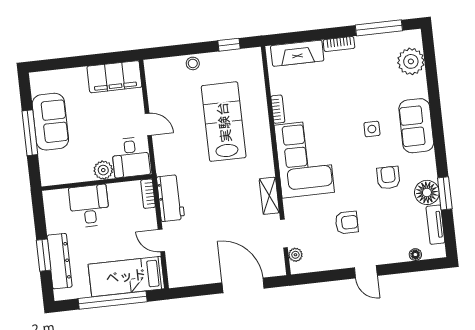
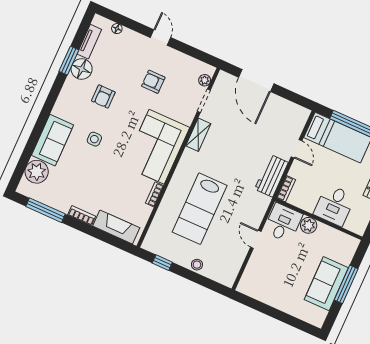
filing cabinet: (114, 77) -> (260, 289), removed
sofa: (416, 126) -> (53, 140), moved

